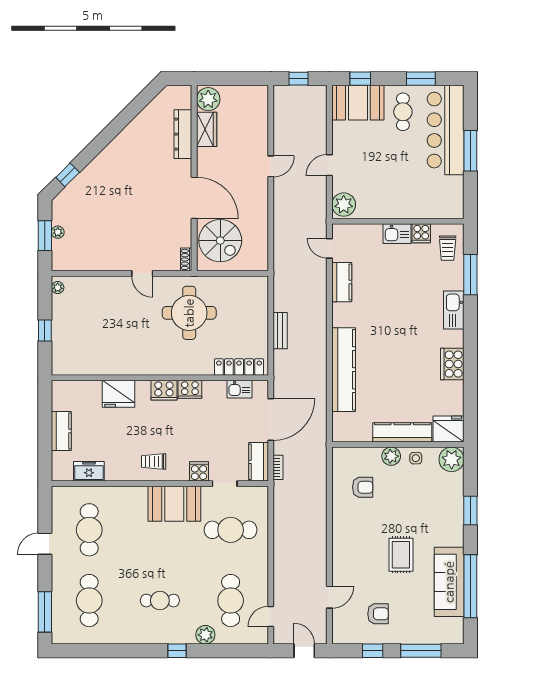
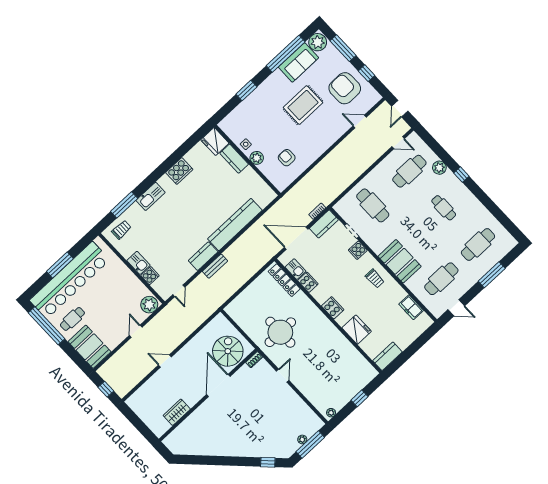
window: (360, 79) -> (76, 357), removed
window: (421, 79) -> (47, 326), width x2.11
plant: (208, 99) -> (160, 426), removed
bar counter: (446, 130) -> (70, 280), width x1.36
dresser: (183, 134) -> (191, 422), removed
door: (329, 165) -> (136, 331), swing flipped
cooker: (421, 233) -> (150, 276), moved
window: (45, 236) -> (310, 444), width x1.44
kitchen counter: (342, 282) -> (203, 256), moved
bench: (280, 331) -> (215, 266), moved
cooker: (190, 389) -> (308, 282), moved
kitchen counter: (61, 431) -> (387, 356), moved
kitchen counter: (402, 432) -> (234, 159), width x0.67
plant: (452, 459) -> (318, 42), moved
booth: (174, 504) -> (400, 261), moved
door: (45, 544) -> (456, 308), moved
rug: (401, 555) -> (303, 105), width x1.36, depth x1.43
sofa: (449, 582) -> (298, 62), width x0.73
window: (45, 612) -> (492, 275), moved
armchair: (378, 614) -> (345, 88), width x1.88, depth x1.88

